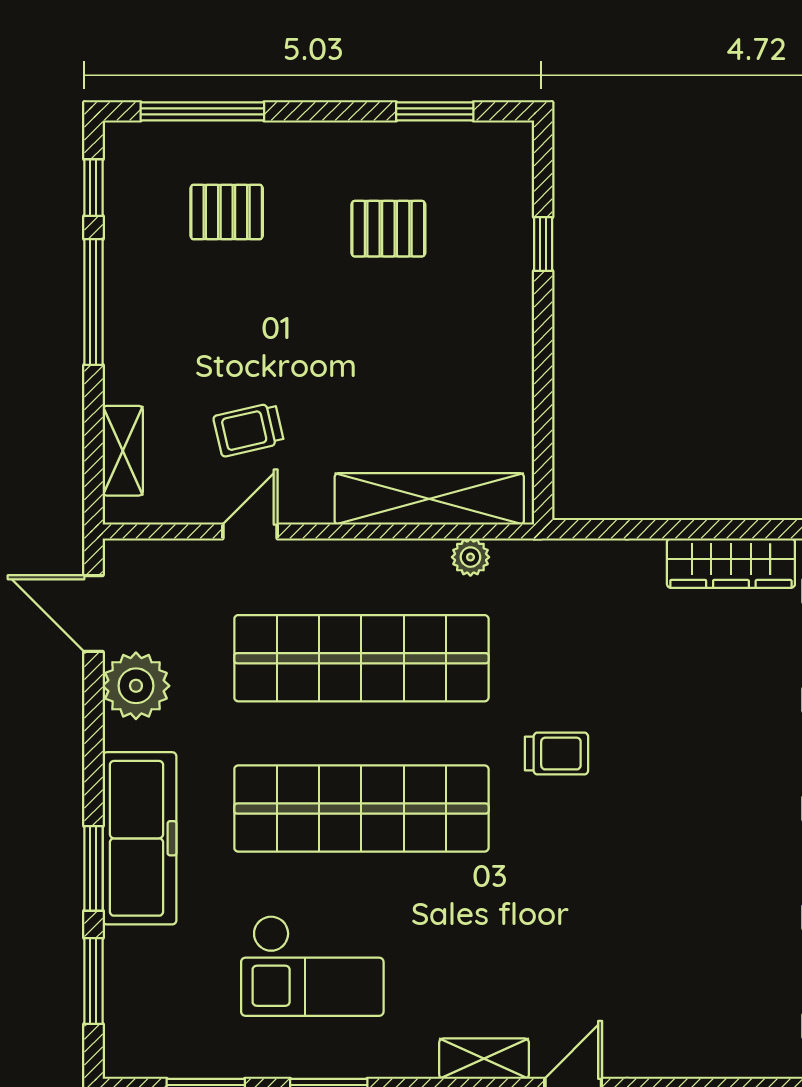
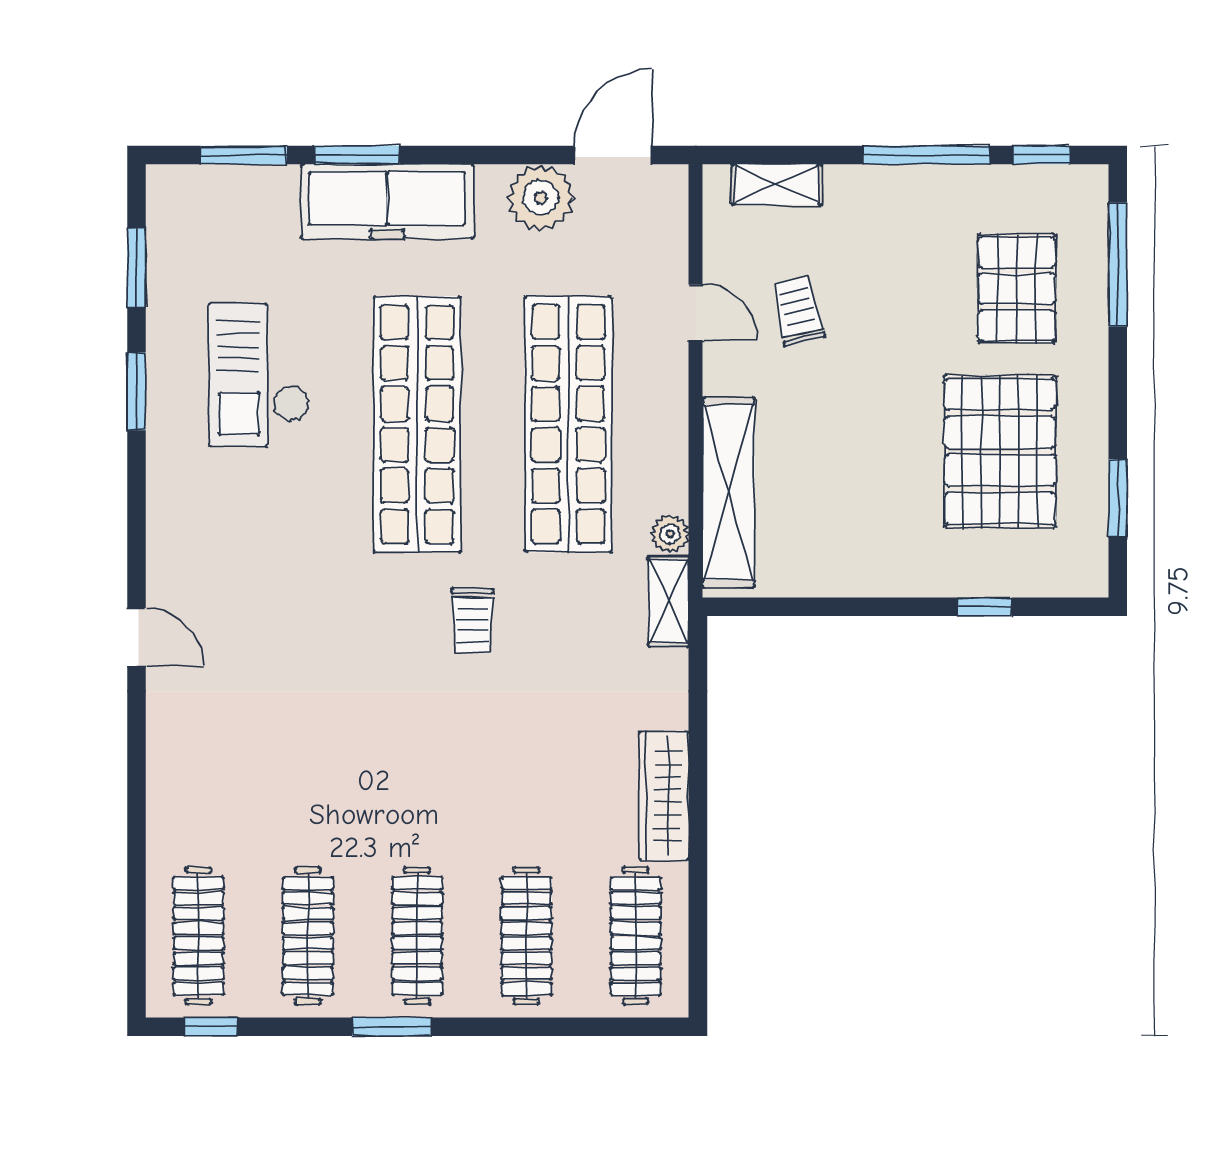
pallet: (227, 212) -> (1017, 289), width x1.50, depth x1.42
pallet: (388, 229) -> (1000, 451), width x2.05, depth x2.00
shelving: (484, 1059) -> (668, 601), moved

